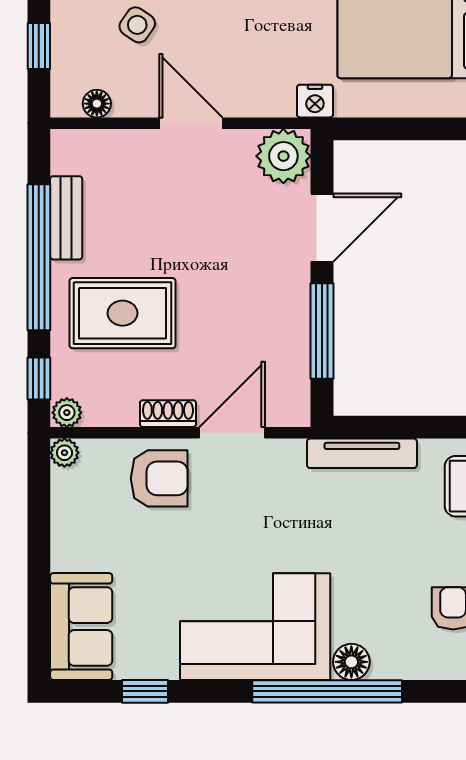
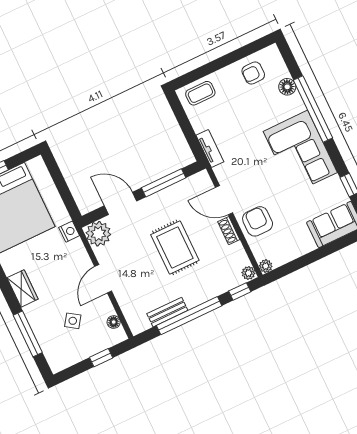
rug: (123, 313) -> (175, 247), moved
tv unit: (362, 453) -> (210, 148), width x0.71
floor lamp: (351, 662) -> (287, 87), moved

